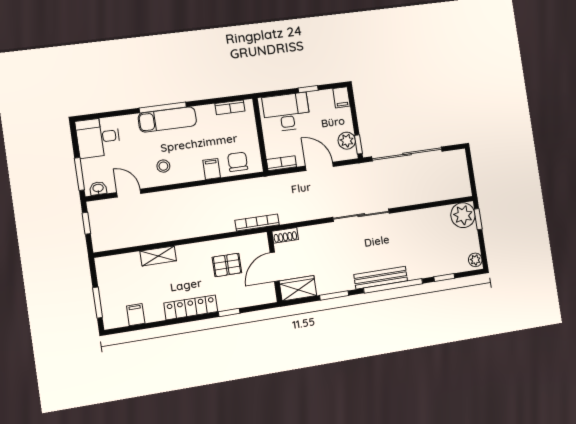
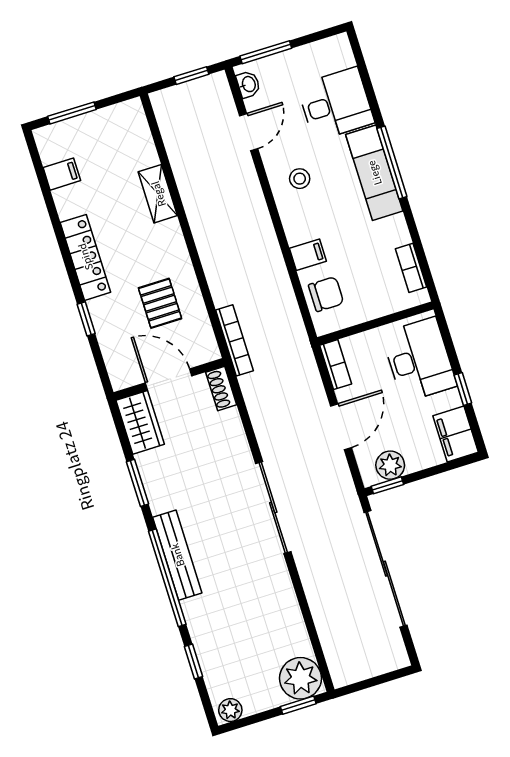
filing cabinet: (341, 97) -> (456, 434), width x2.00
desk: (98, 137) -> (336, 104), moved, turned 90

